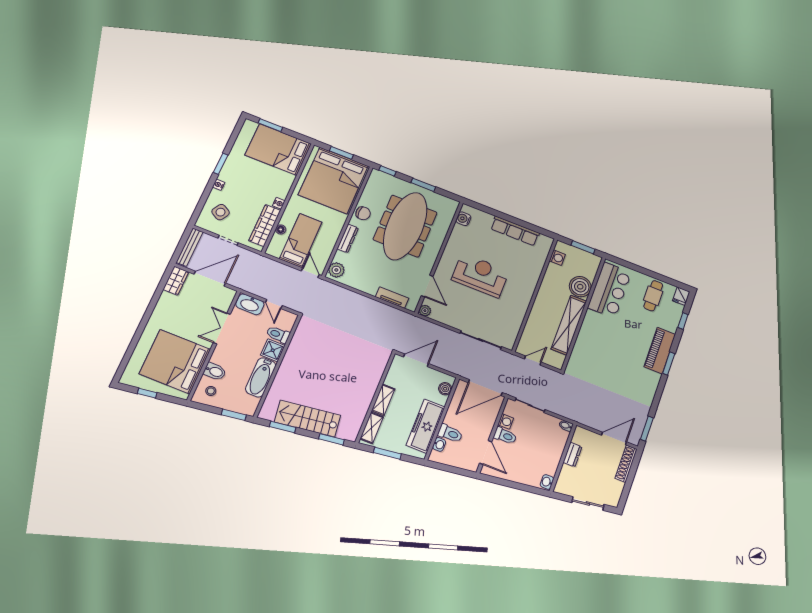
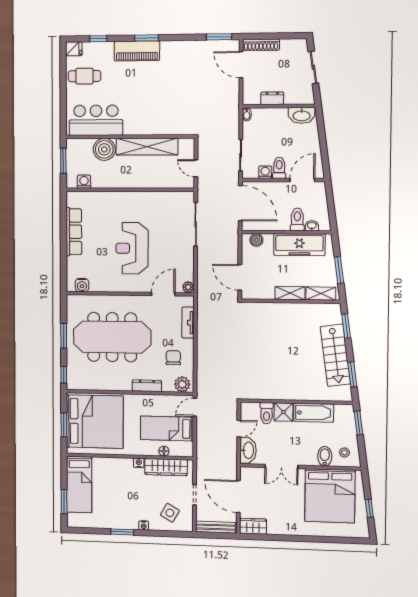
bed: (278, 149) -> (79, 484), width x0.67
chair: (363, 213) -> (173, 358), moved
washbasin: (547, 482) -> (302, 115), width x1.91, depth x1.45

